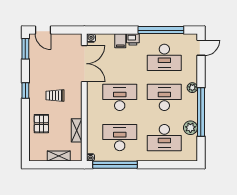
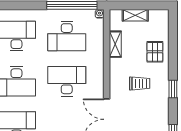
desk: (120, 97) -> (67, 81), turned 180

